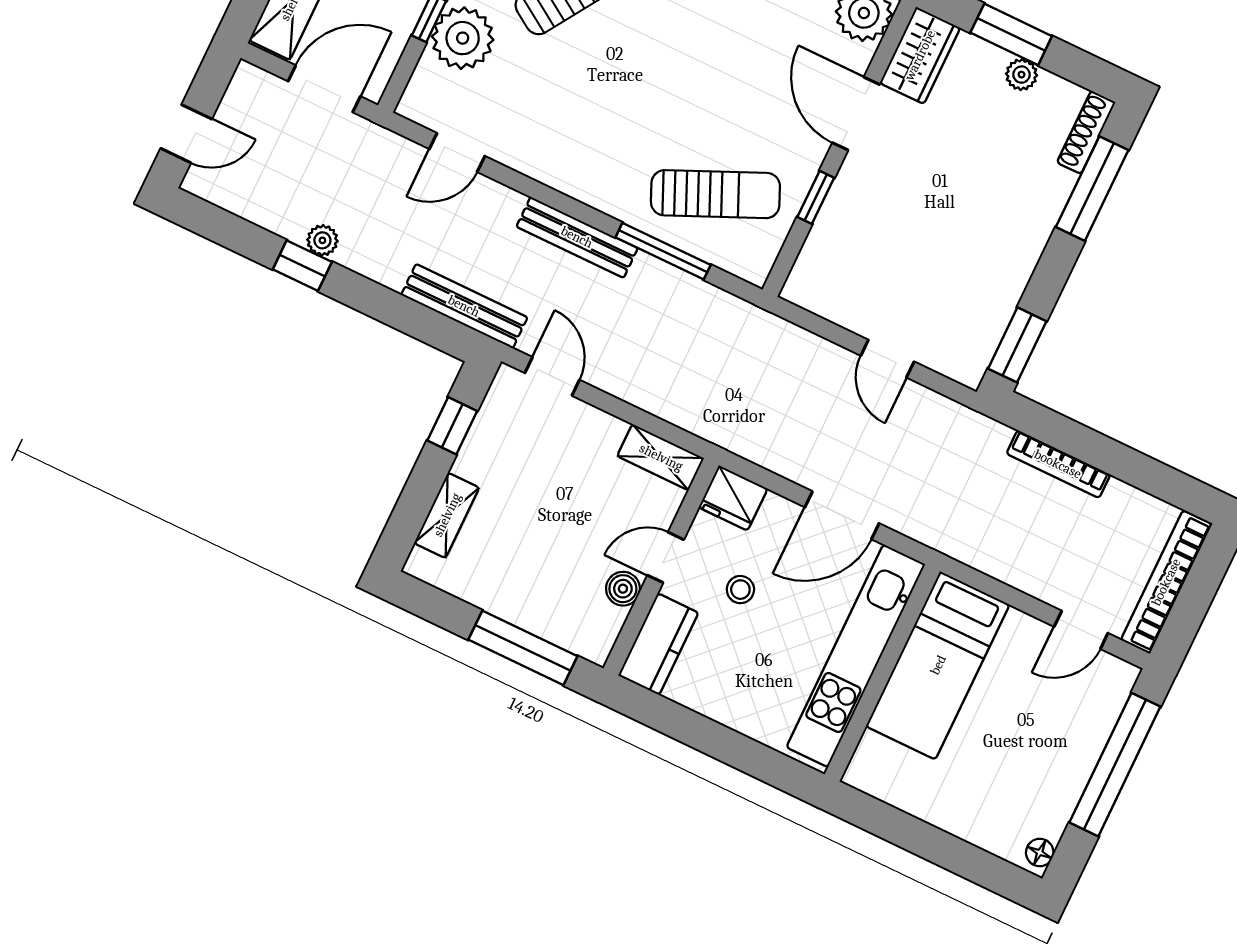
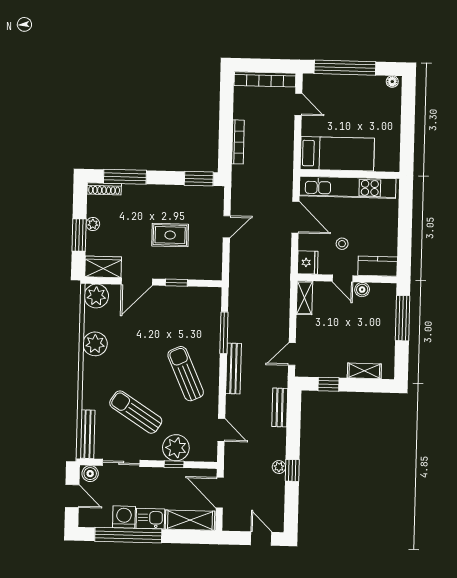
sun lounger: (715, 194) -> (186, 374), moved
rug: (924, 229) -> (170, 235), added
bench: (464, 306) -> (280, 407), width x0.73

